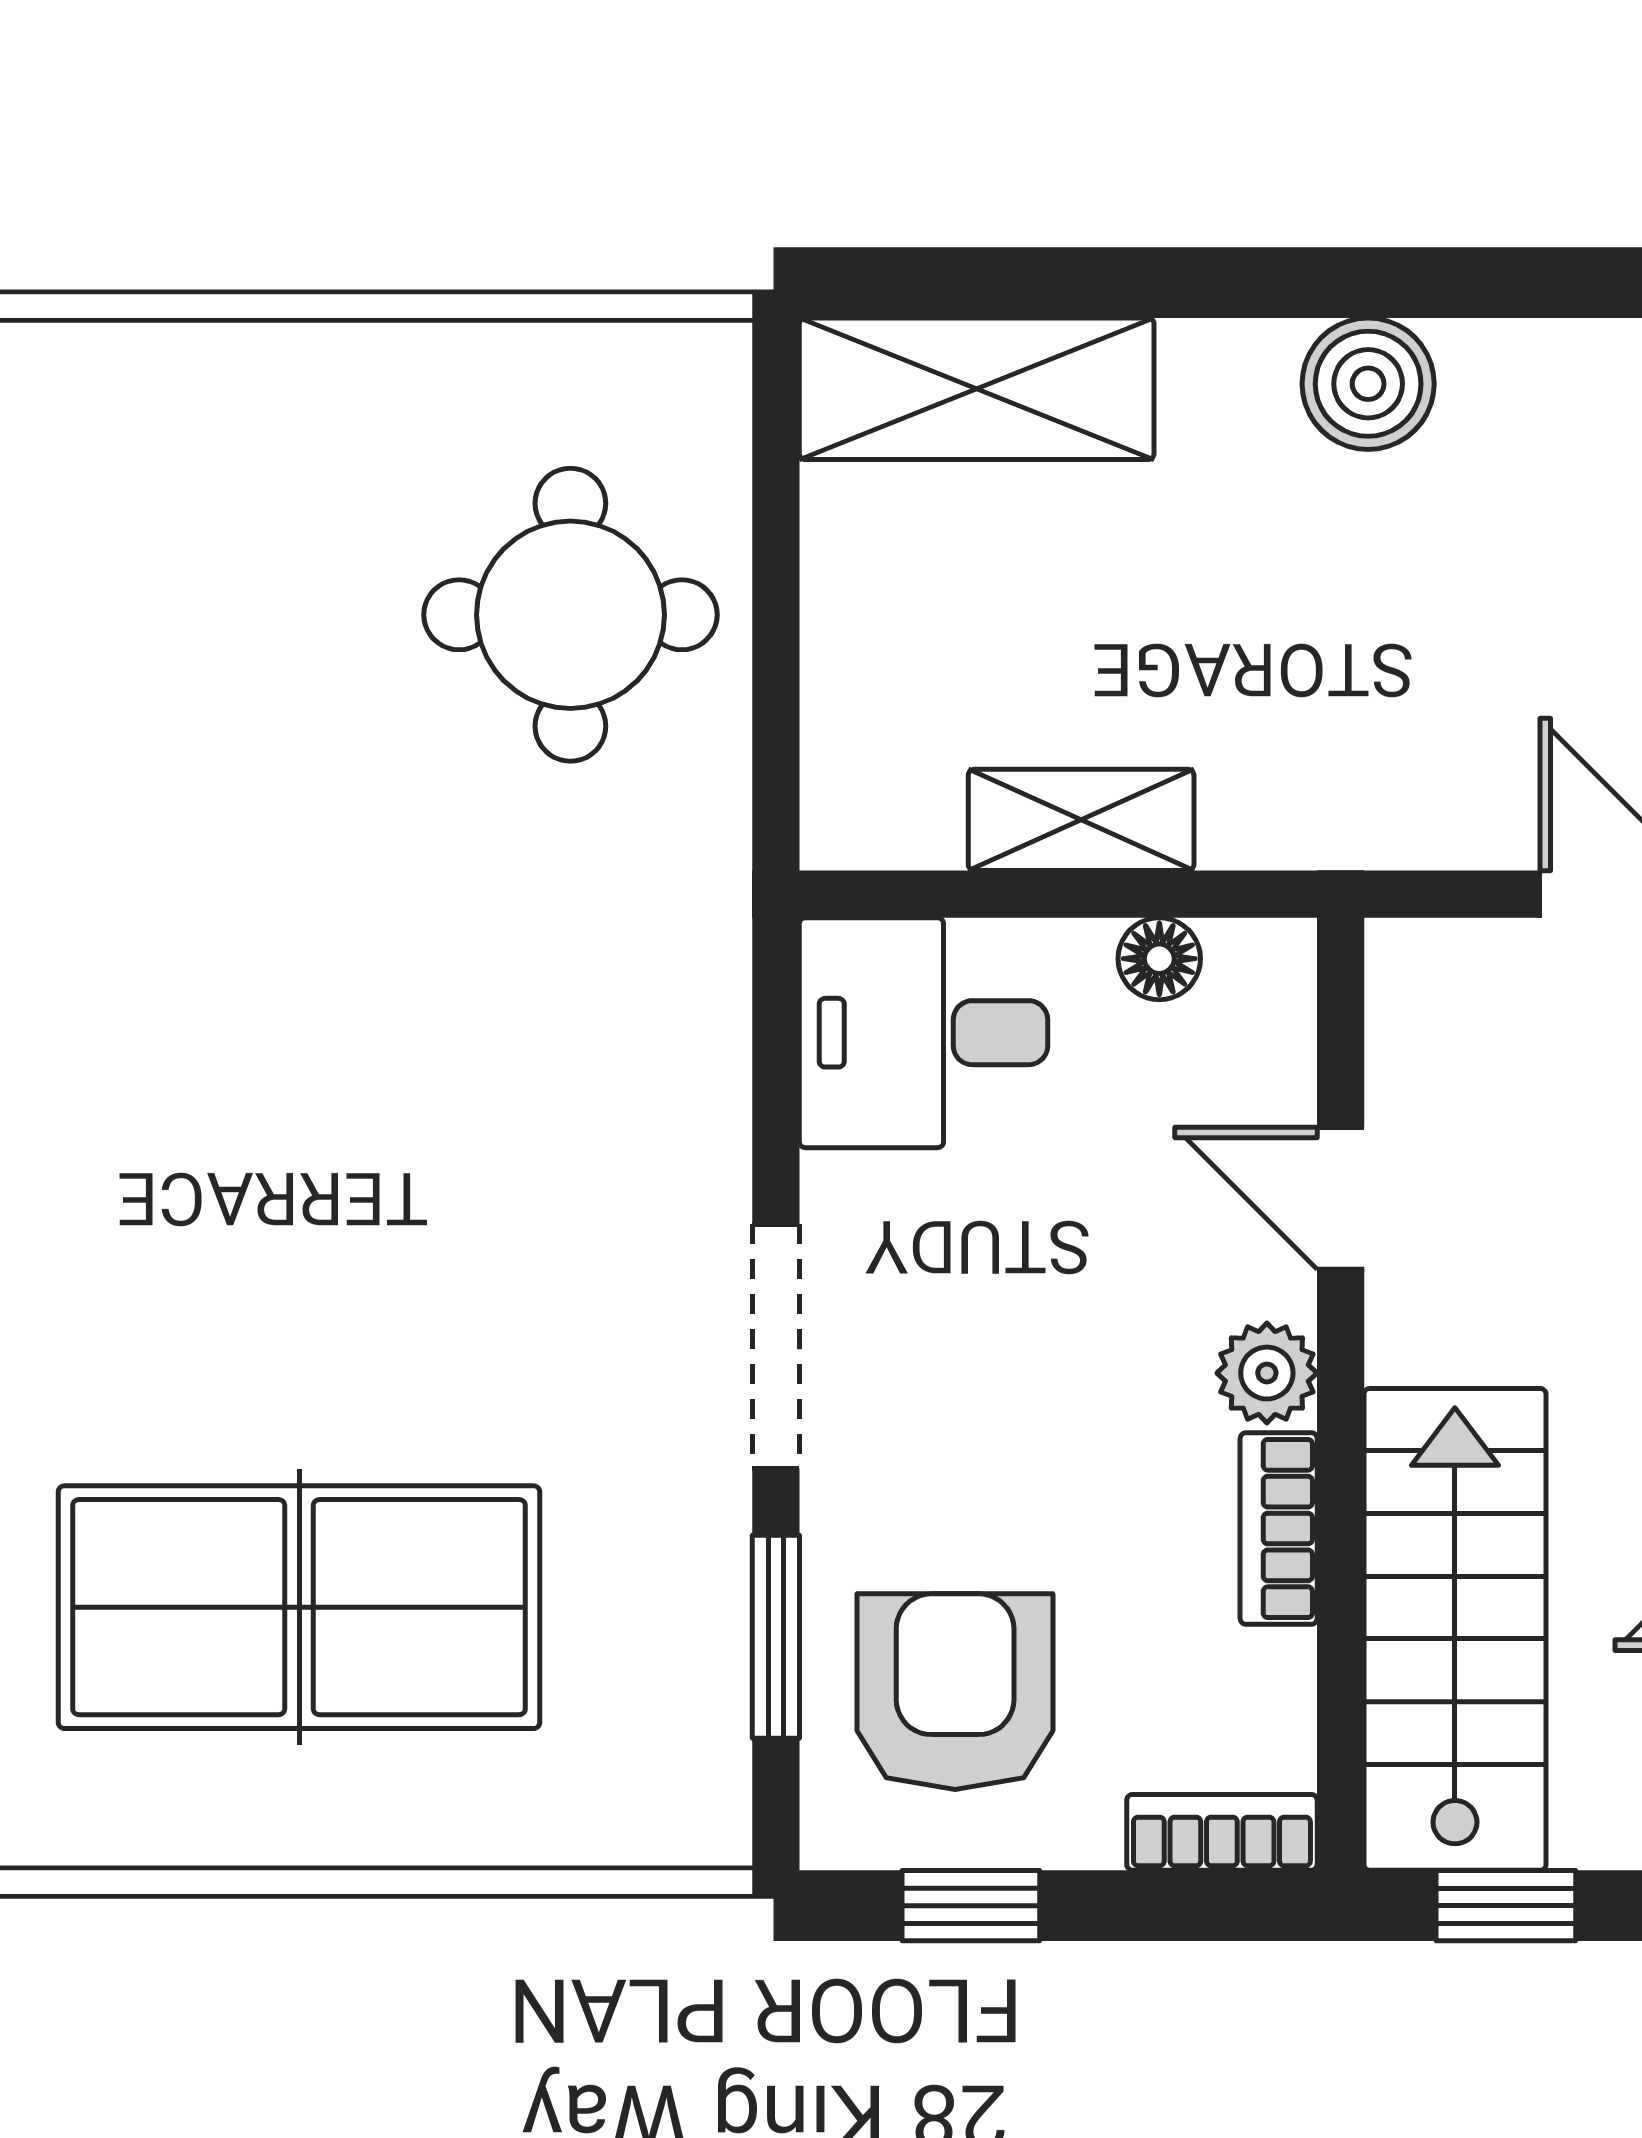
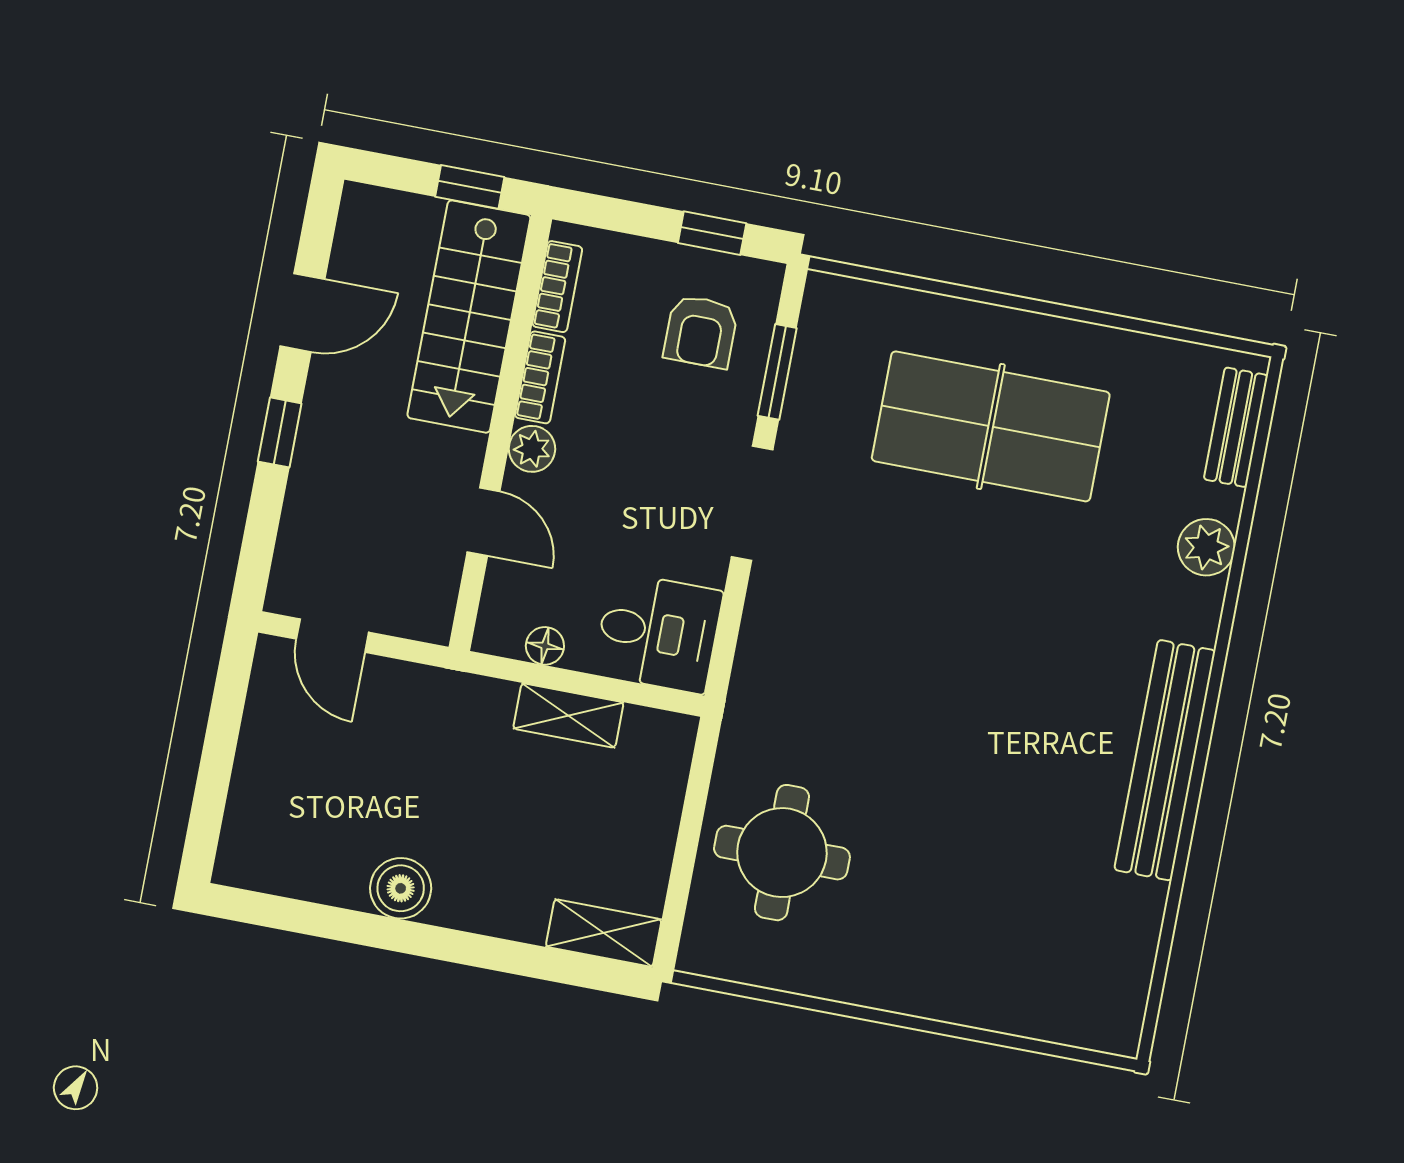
shelving: (977, 389) -> (604, 933), width x0.67, depth x0.75
armchair: (955, 1692) -> (701, 331), width x0.72, depth x0.72
bookcase: (1222, 1832) -> (557, 287), moved, turned -90

